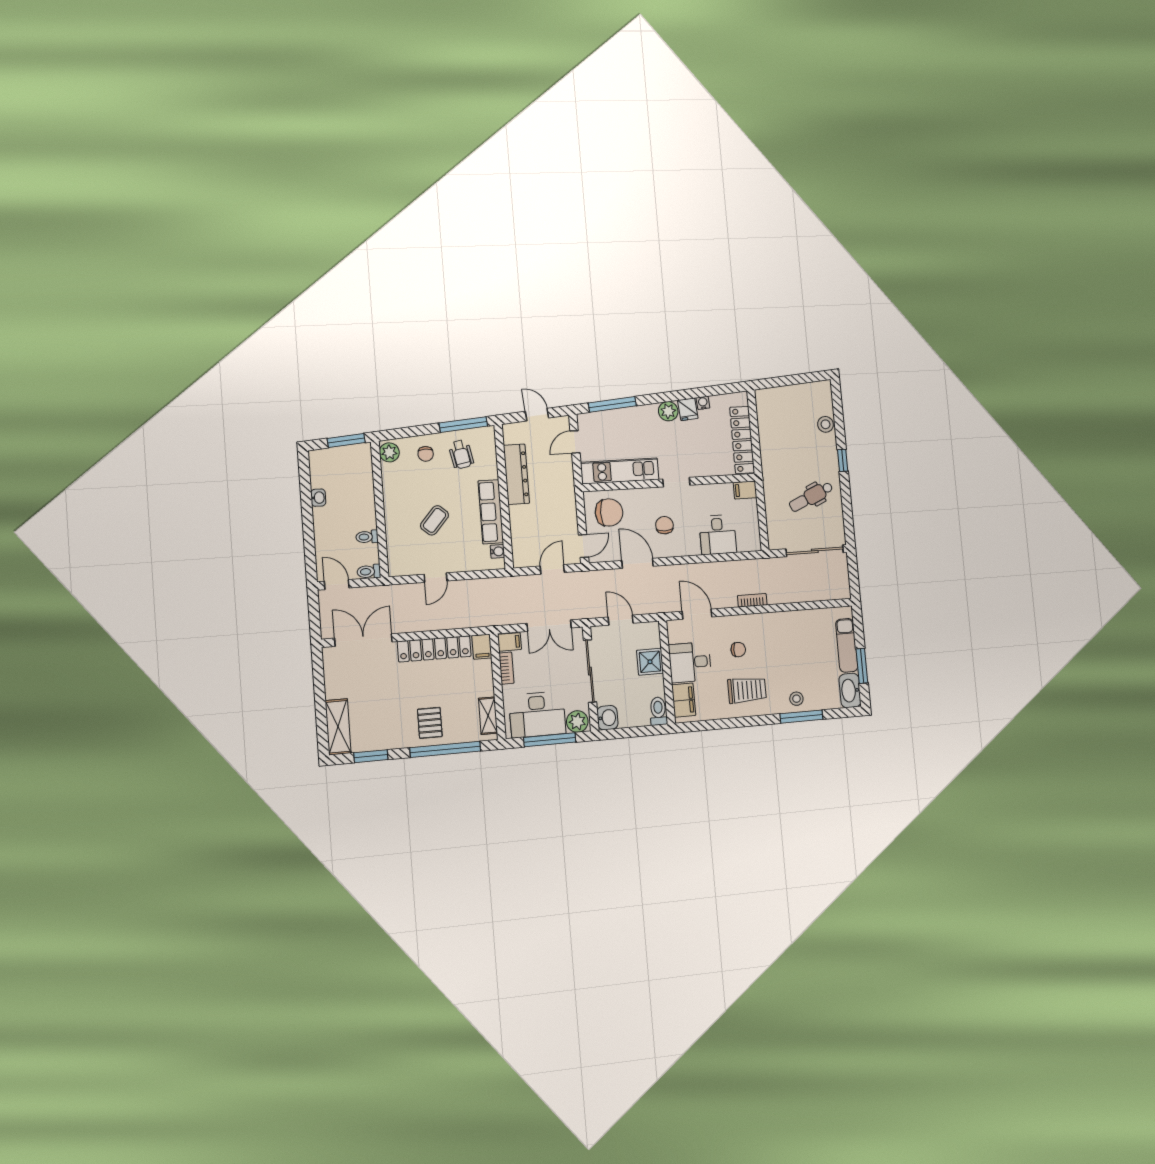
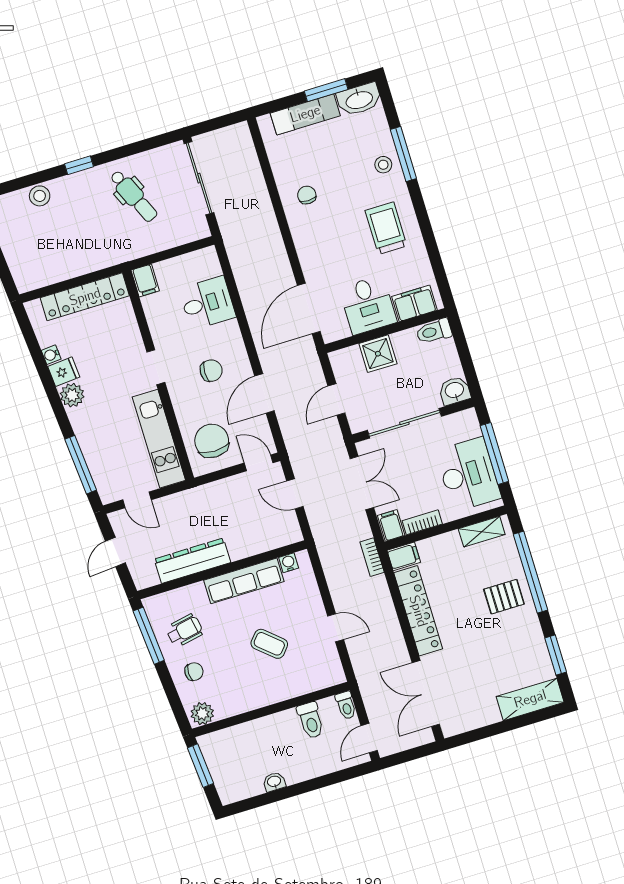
chair: (664, 525) -> (211, 371), turned 180
toilet: (367, 537) -> (311, 720), width x1.37, depth x1.39
bookcase: (752, 600) -> (372, 557), moved
door: (697, 614) -> (309, 308), width x1.36
chair: (738, 650) -> (307, 195), moved
plant: (577, 722) -> (467, 426), removed

